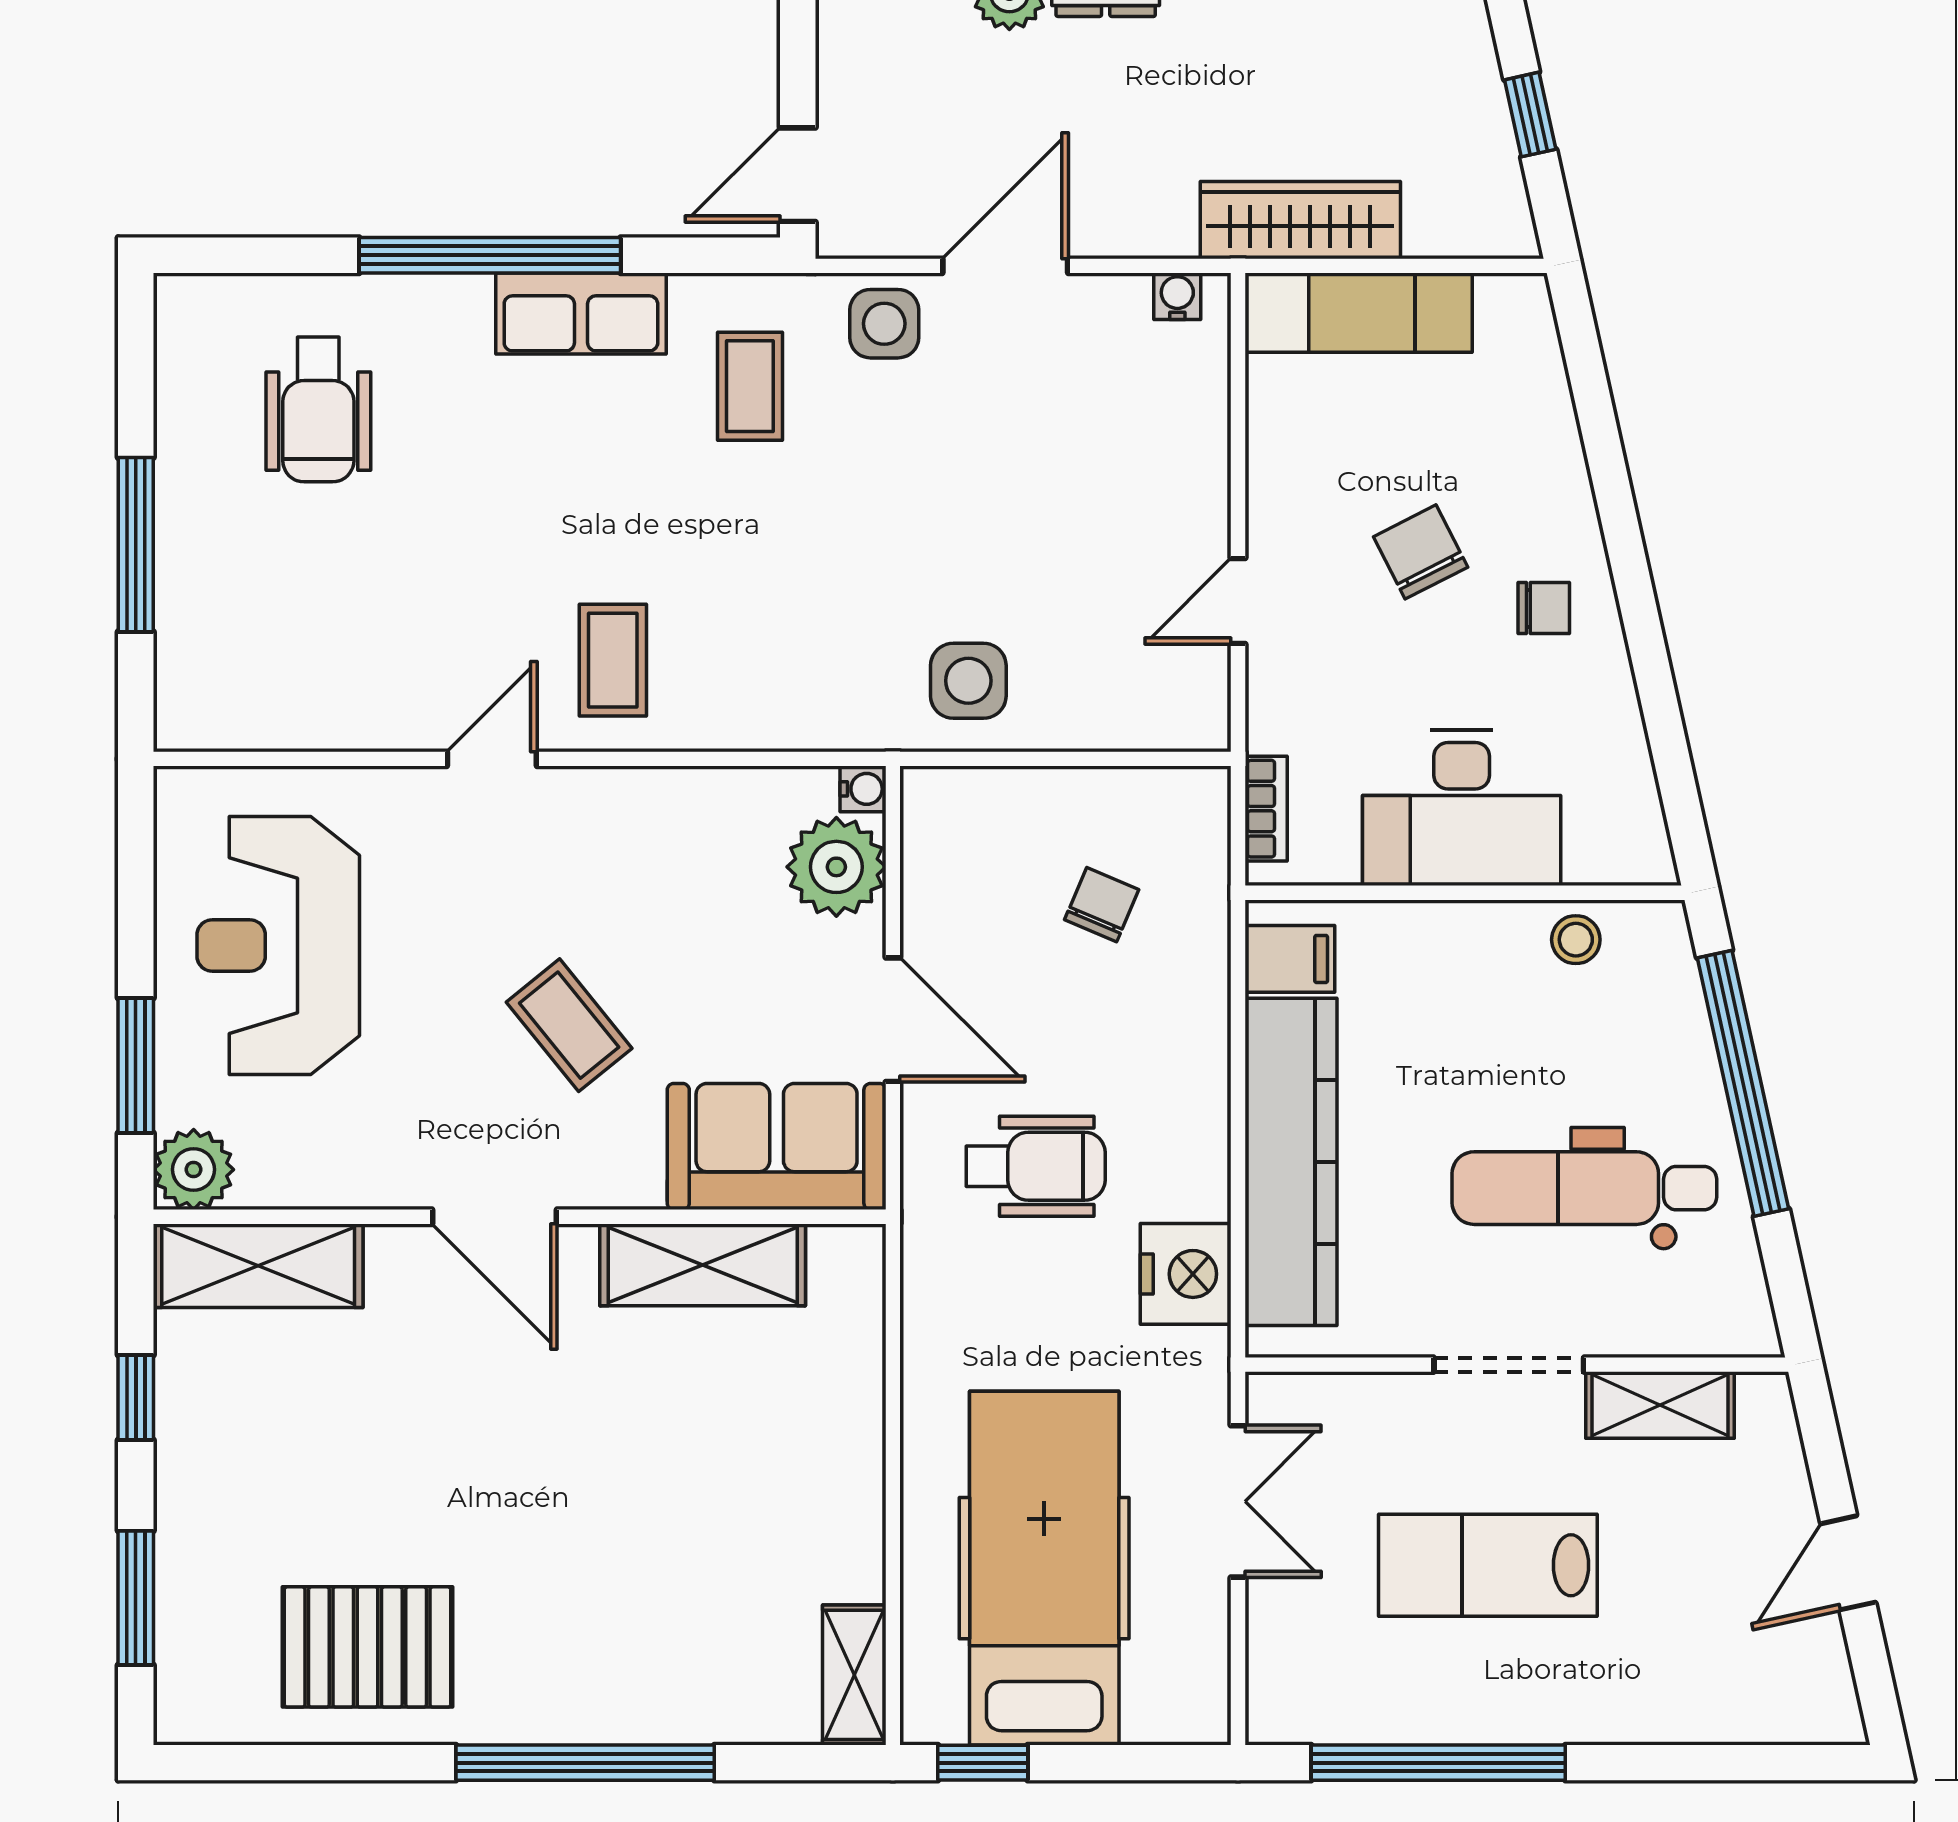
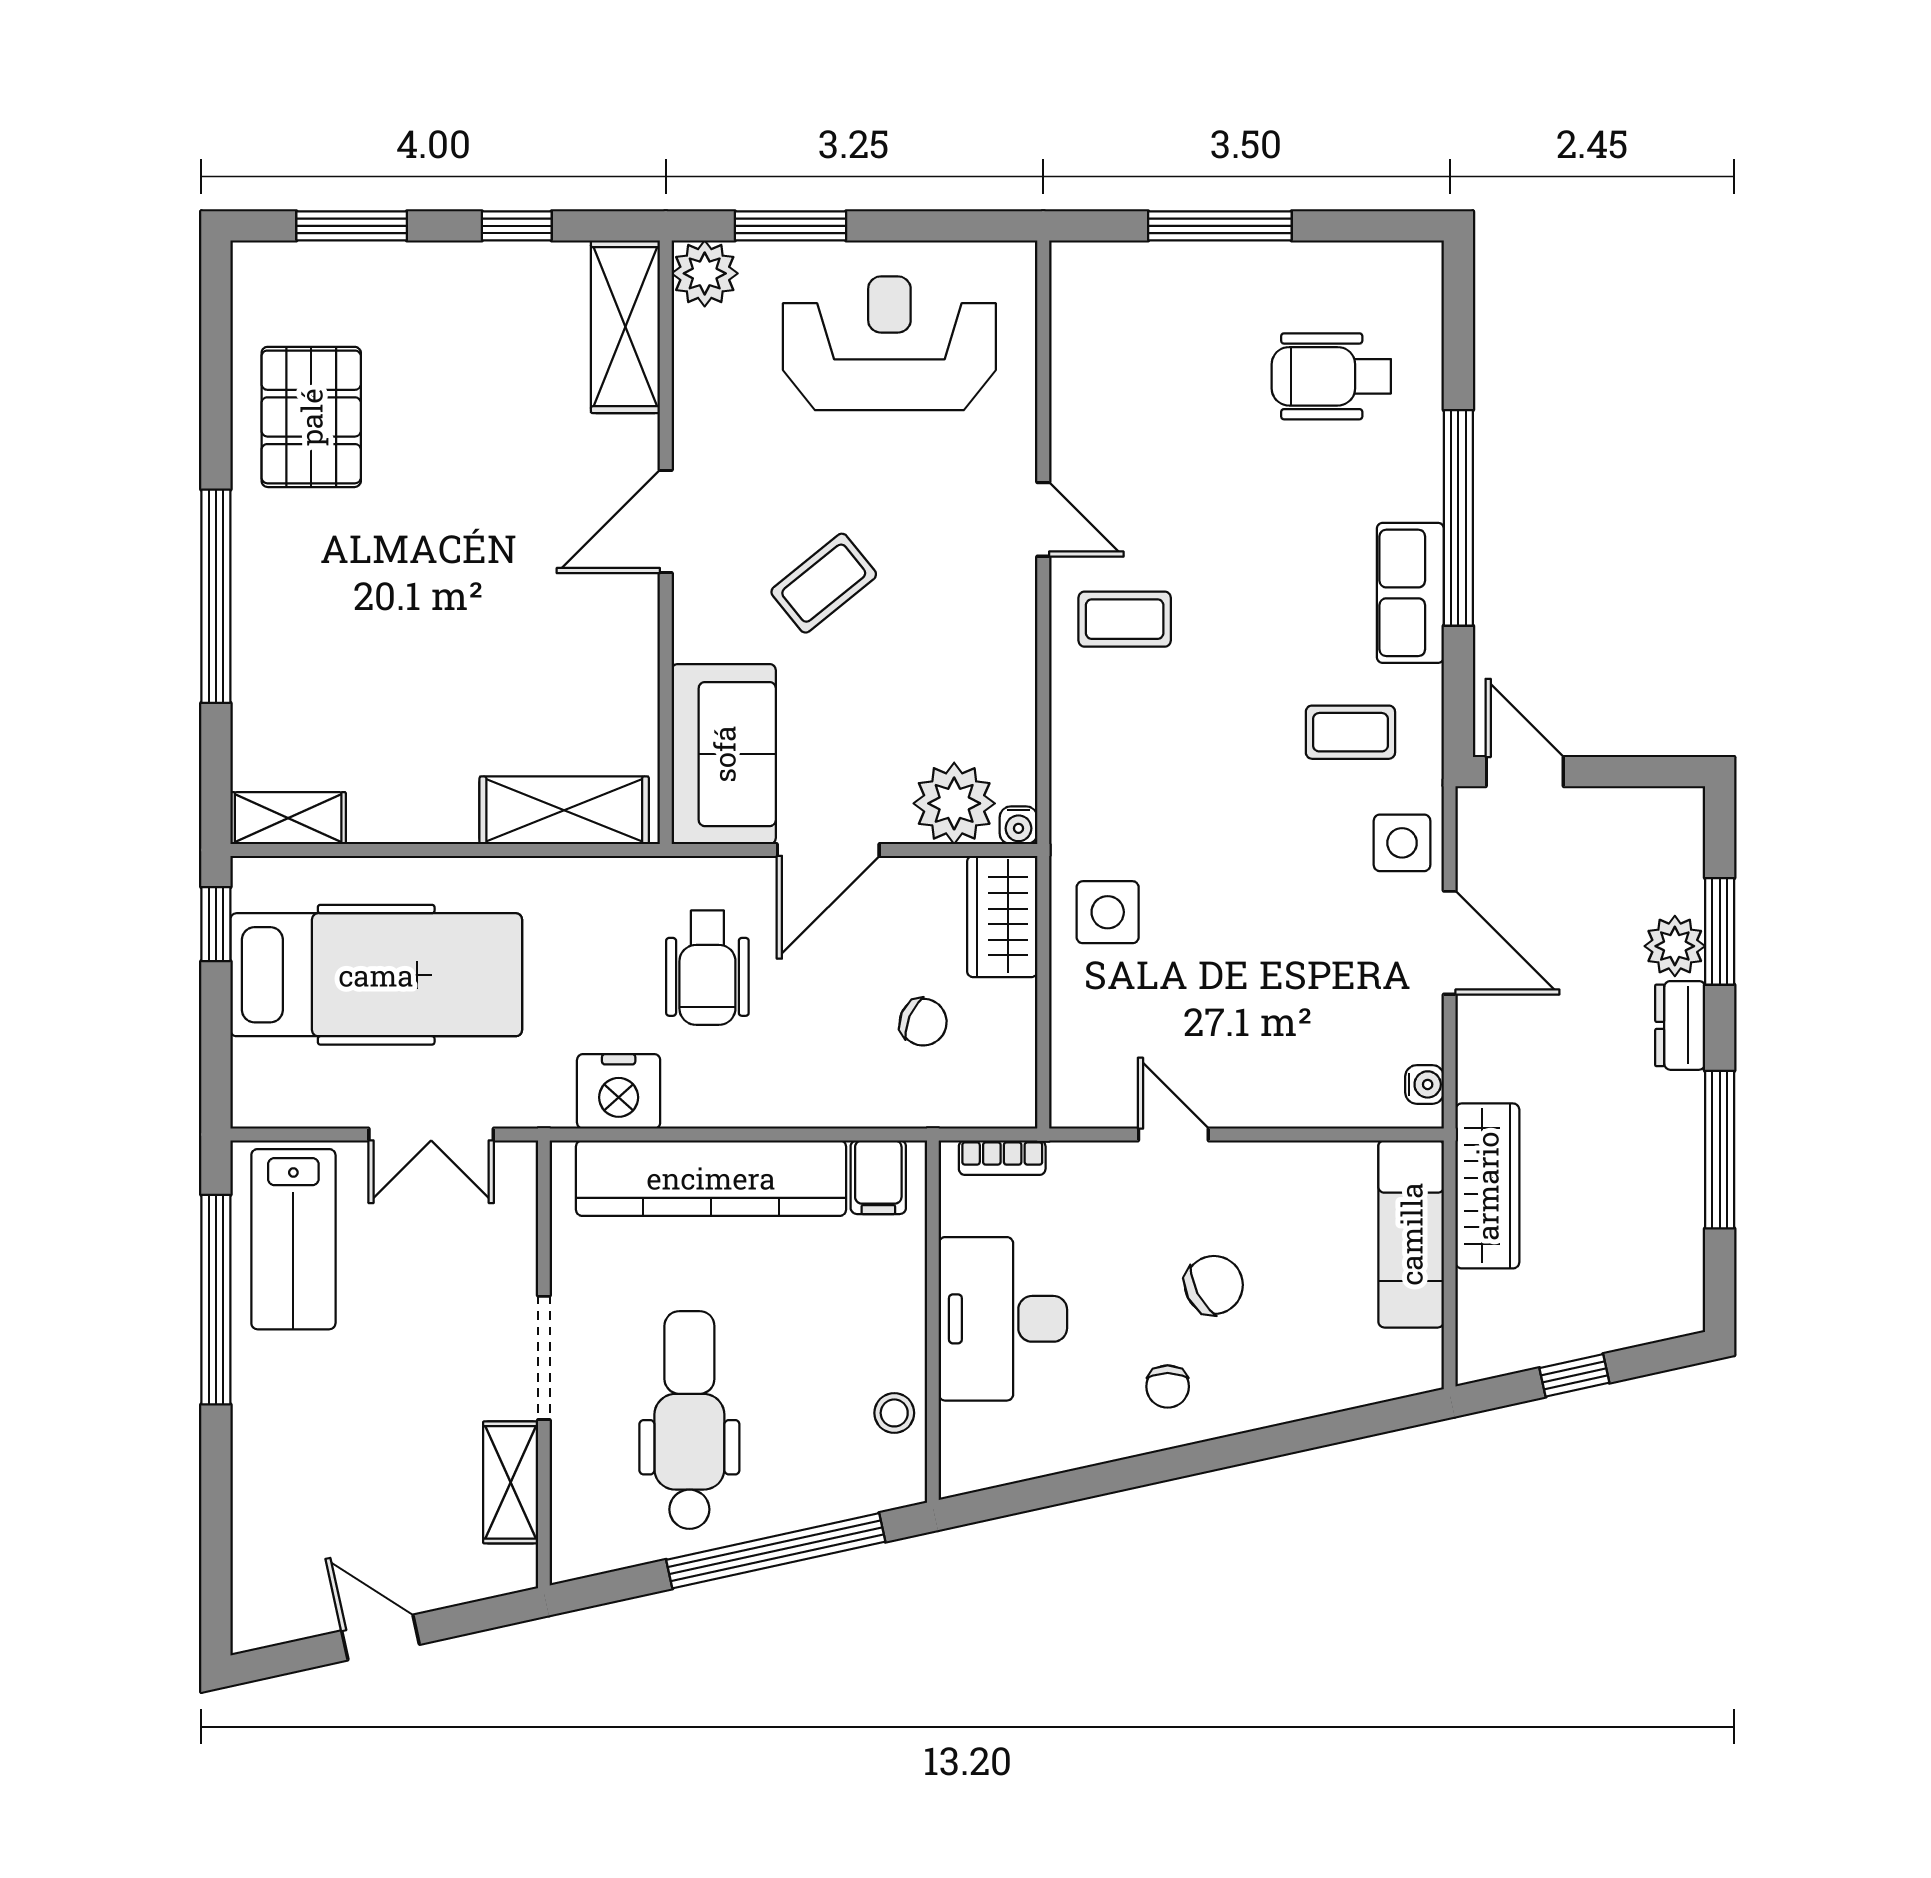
wardrobe: (974, 809) -> (1002, 916), added
shelving: (703, 1265) -> (564, 810), moved, turned 90
lab bench: (1488, 1565) -> (293, 1239), moved, turned 180

